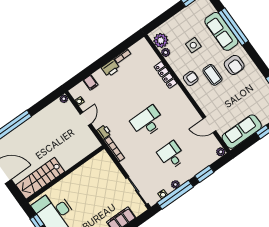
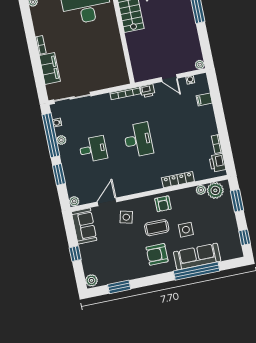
window: (161, 19) -> (237, 201), added
side table: (193, 45) -> (186, 230), moved
printer: (111, 68) -> (217, 163), moved
side table: (215, 104) -> (126, 217), added
sofa: (242, 132) -> (84, 226), width x0.73

